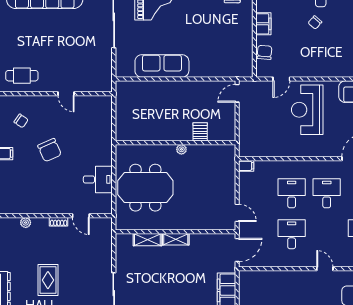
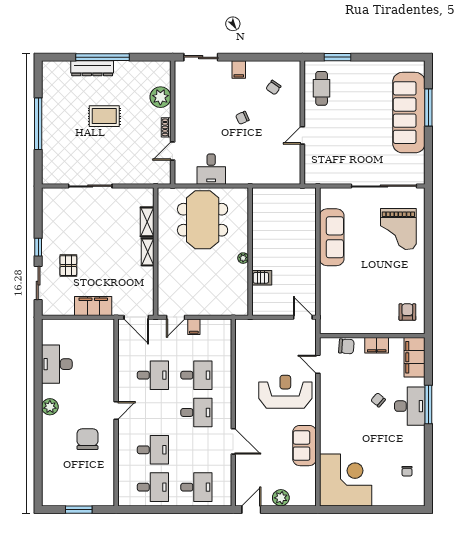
chair: (50, 150) -> (242, 118), width x0.54, depth x0.54
filing cabinet: (246, 166) -> (194, 327), moved
plant: (26, 223) -> (160, 97), width x1.88, depth x1.88

